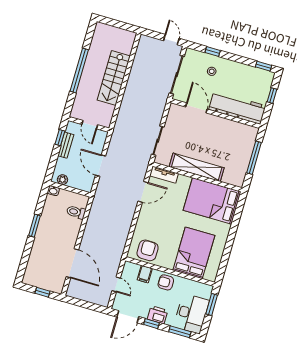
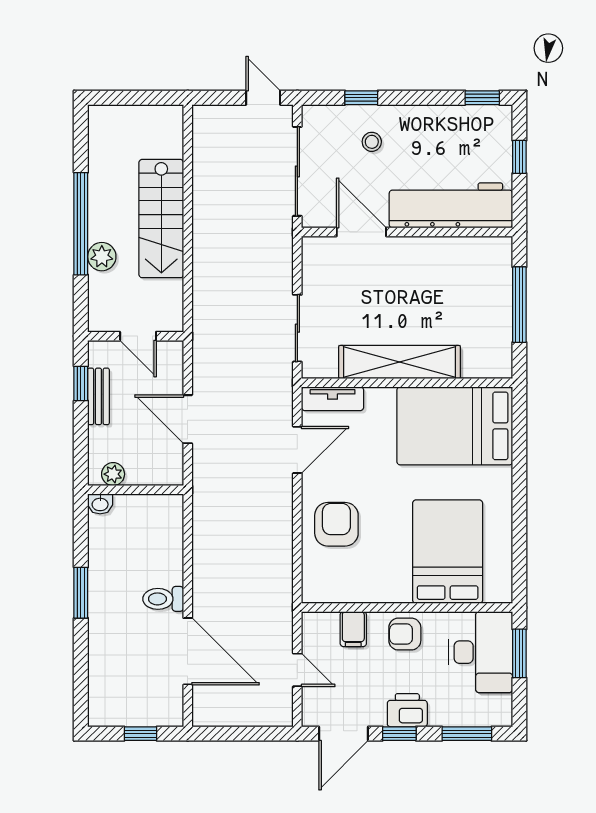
plant: (84, 87) -> (102, 257), added
toilet: (76, 212) -> (163, 599), moved
armchair: (148, 250) -> (336, 524), moved
desk: (191, 314) -> (481, 652), moved

